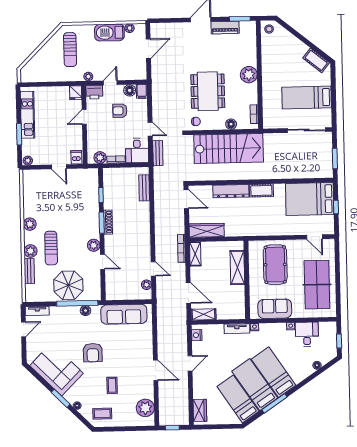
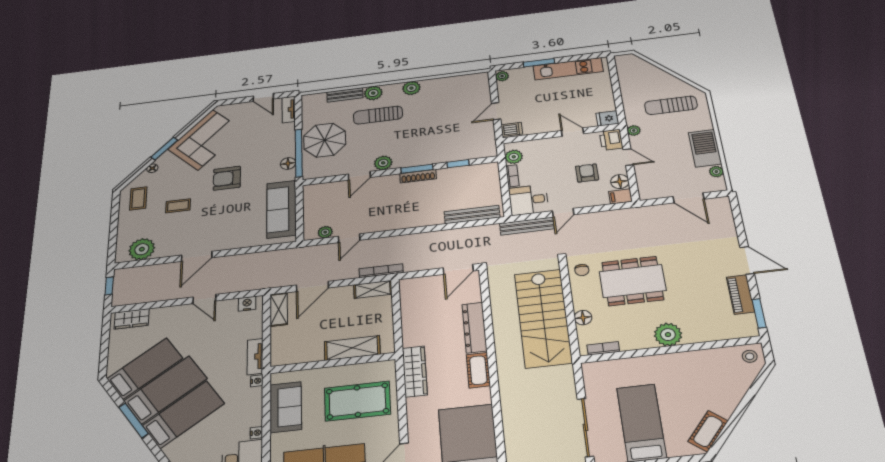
bench: (158, 153) -> (527, 226), width x1.36
bench: (144, 188) -> (472, 214), width x1.36
wardrobe: (207, 230) -> (415, 371), moved

